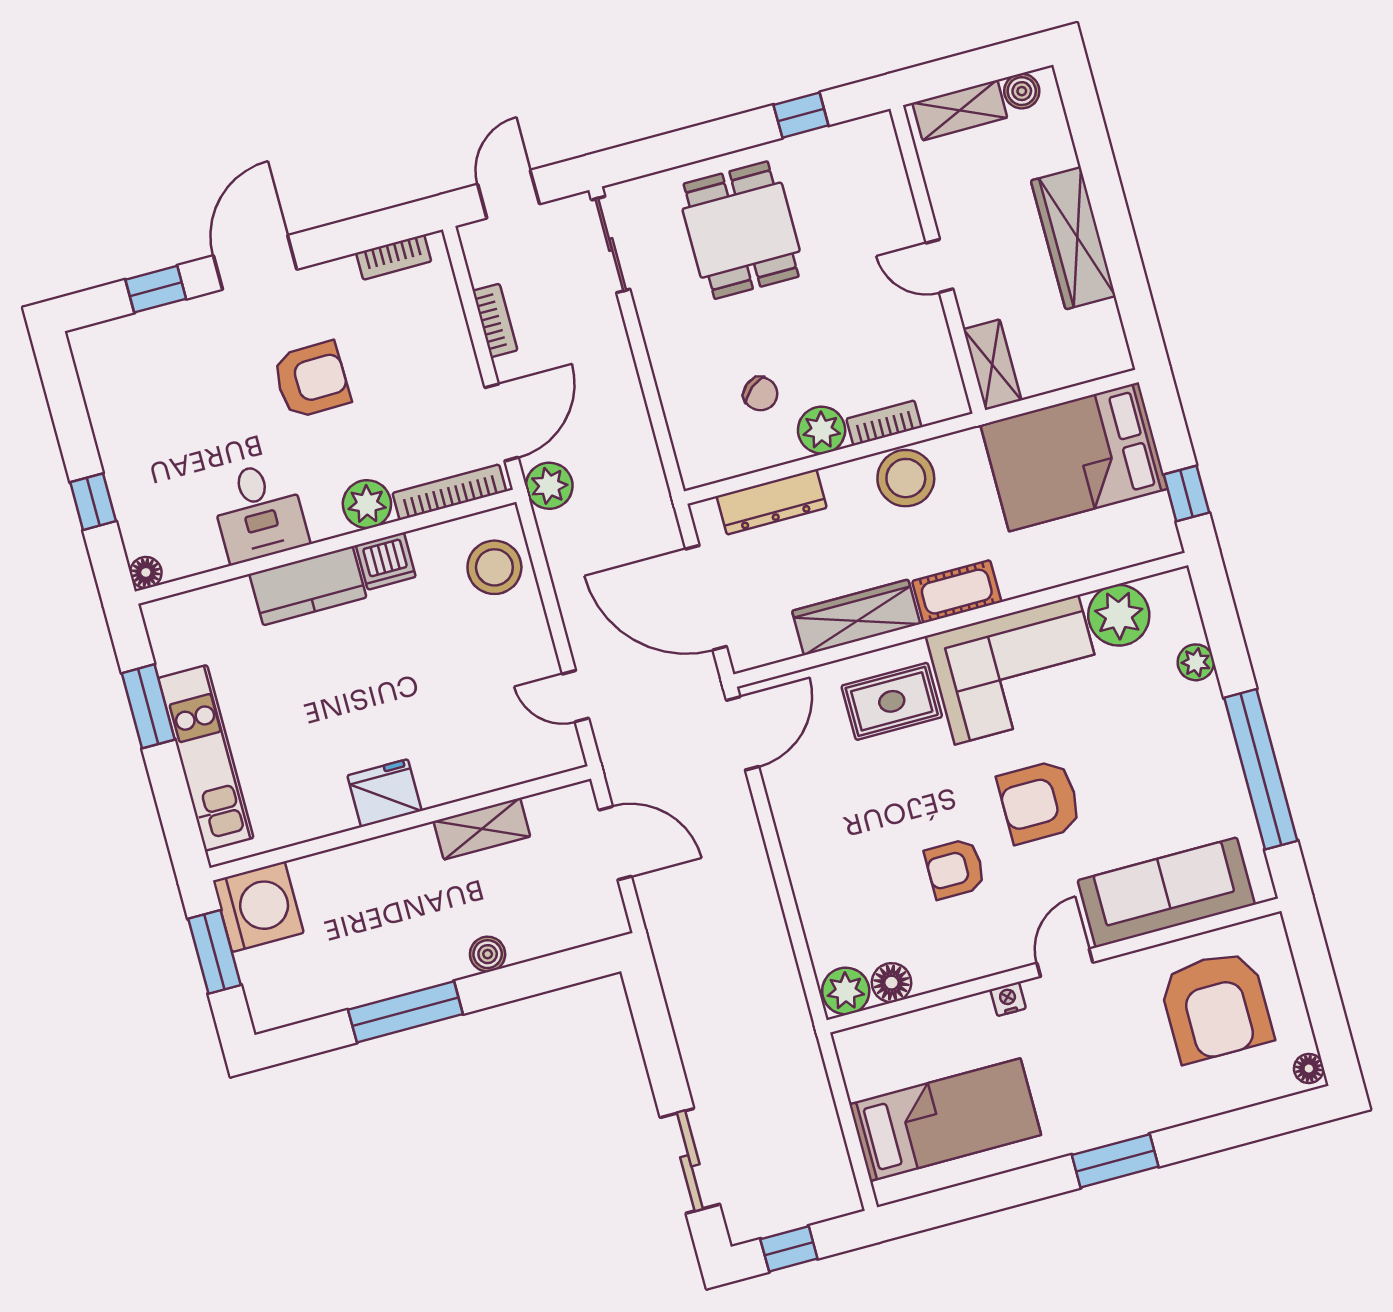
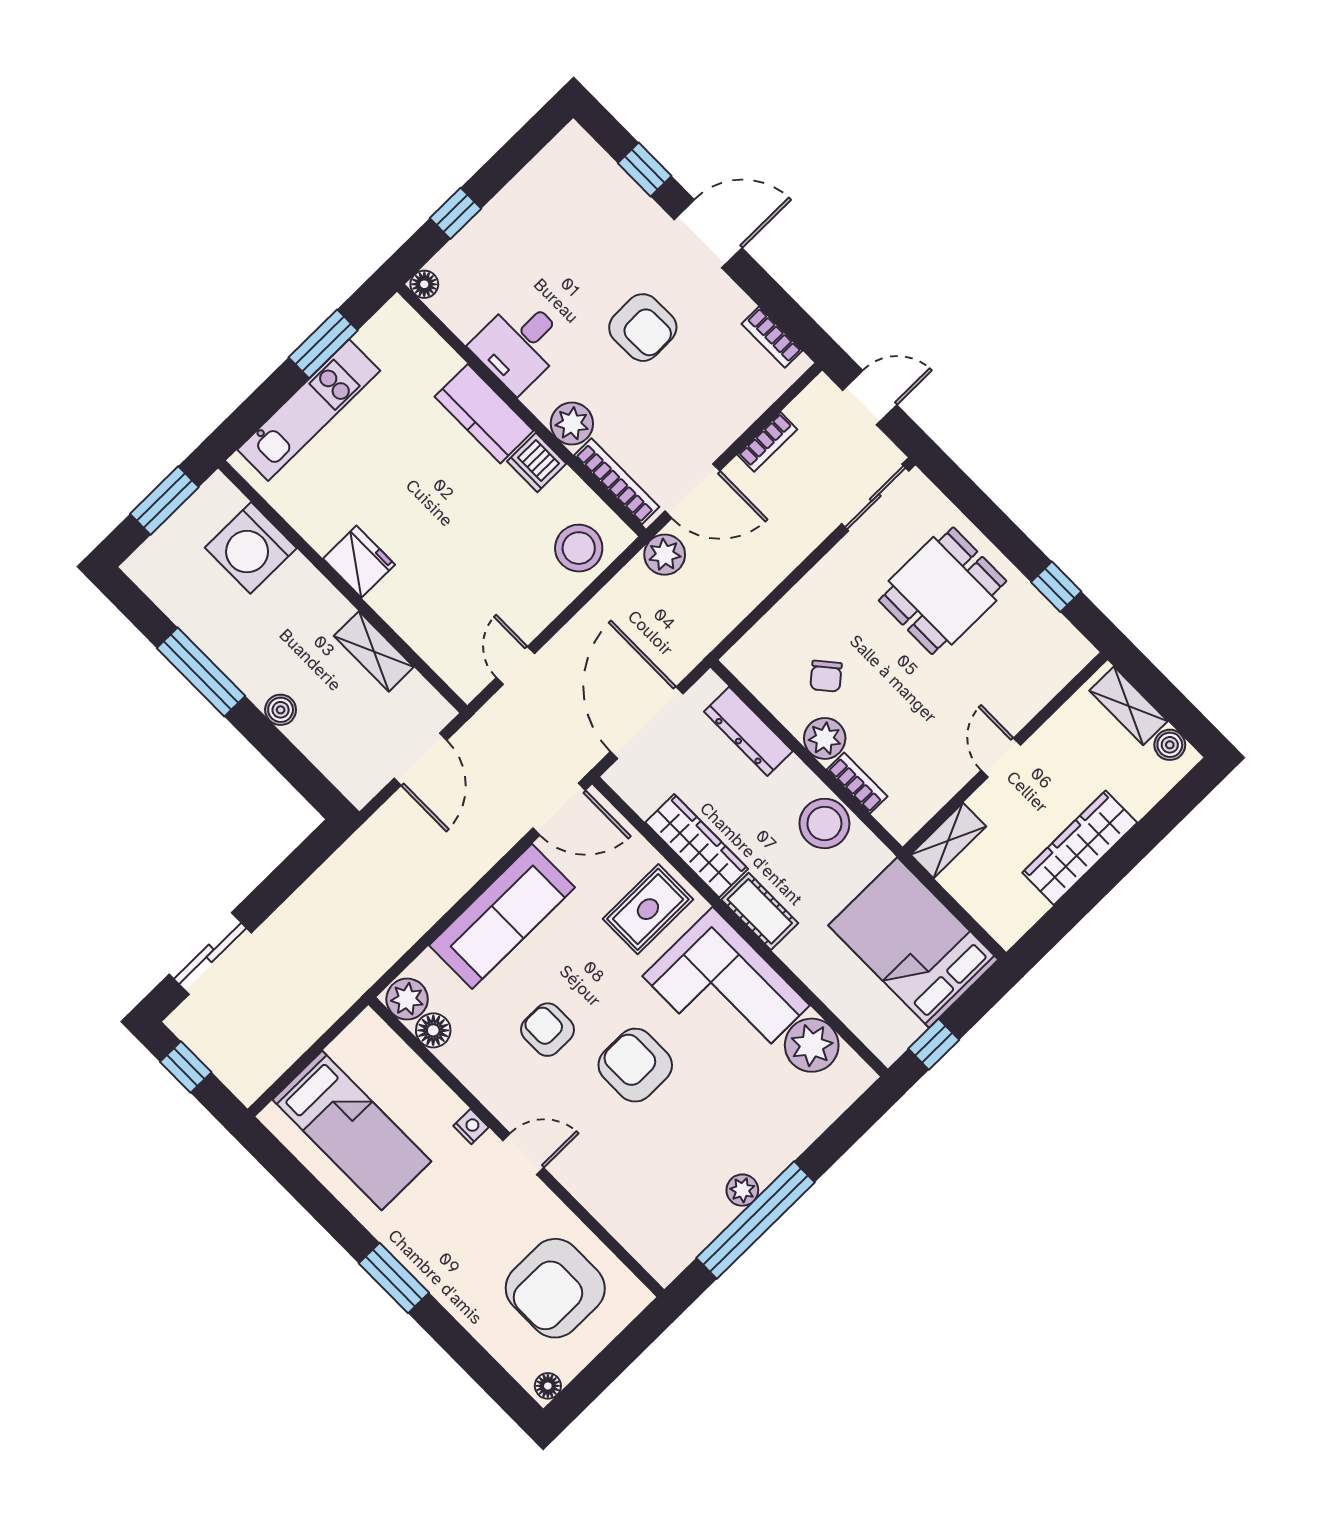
plant: (1196, 662) -> (742, 1190), moved
rug: (892, 701) -> (648, 909), turned 90
sofa: (1166, 892) -> (502, 916), moved, turned 90
washing machine: (258, 907) -> (251, 548), moved, turned 90

